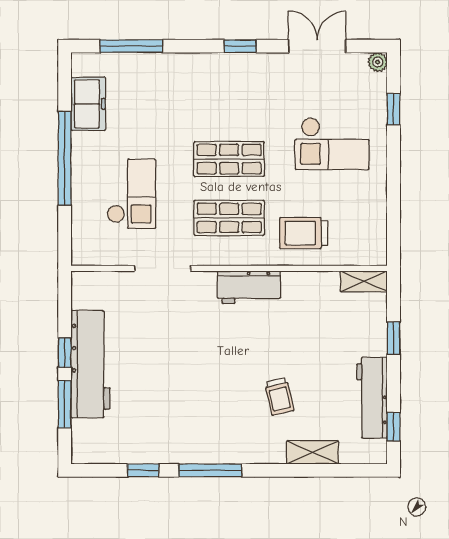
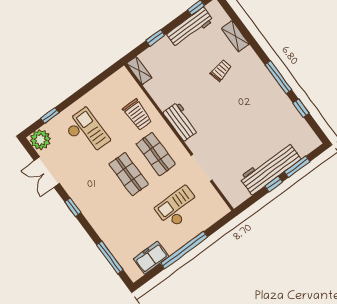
plant: (378, 62) -> (40, 140), width x1.87, depth x1.87

